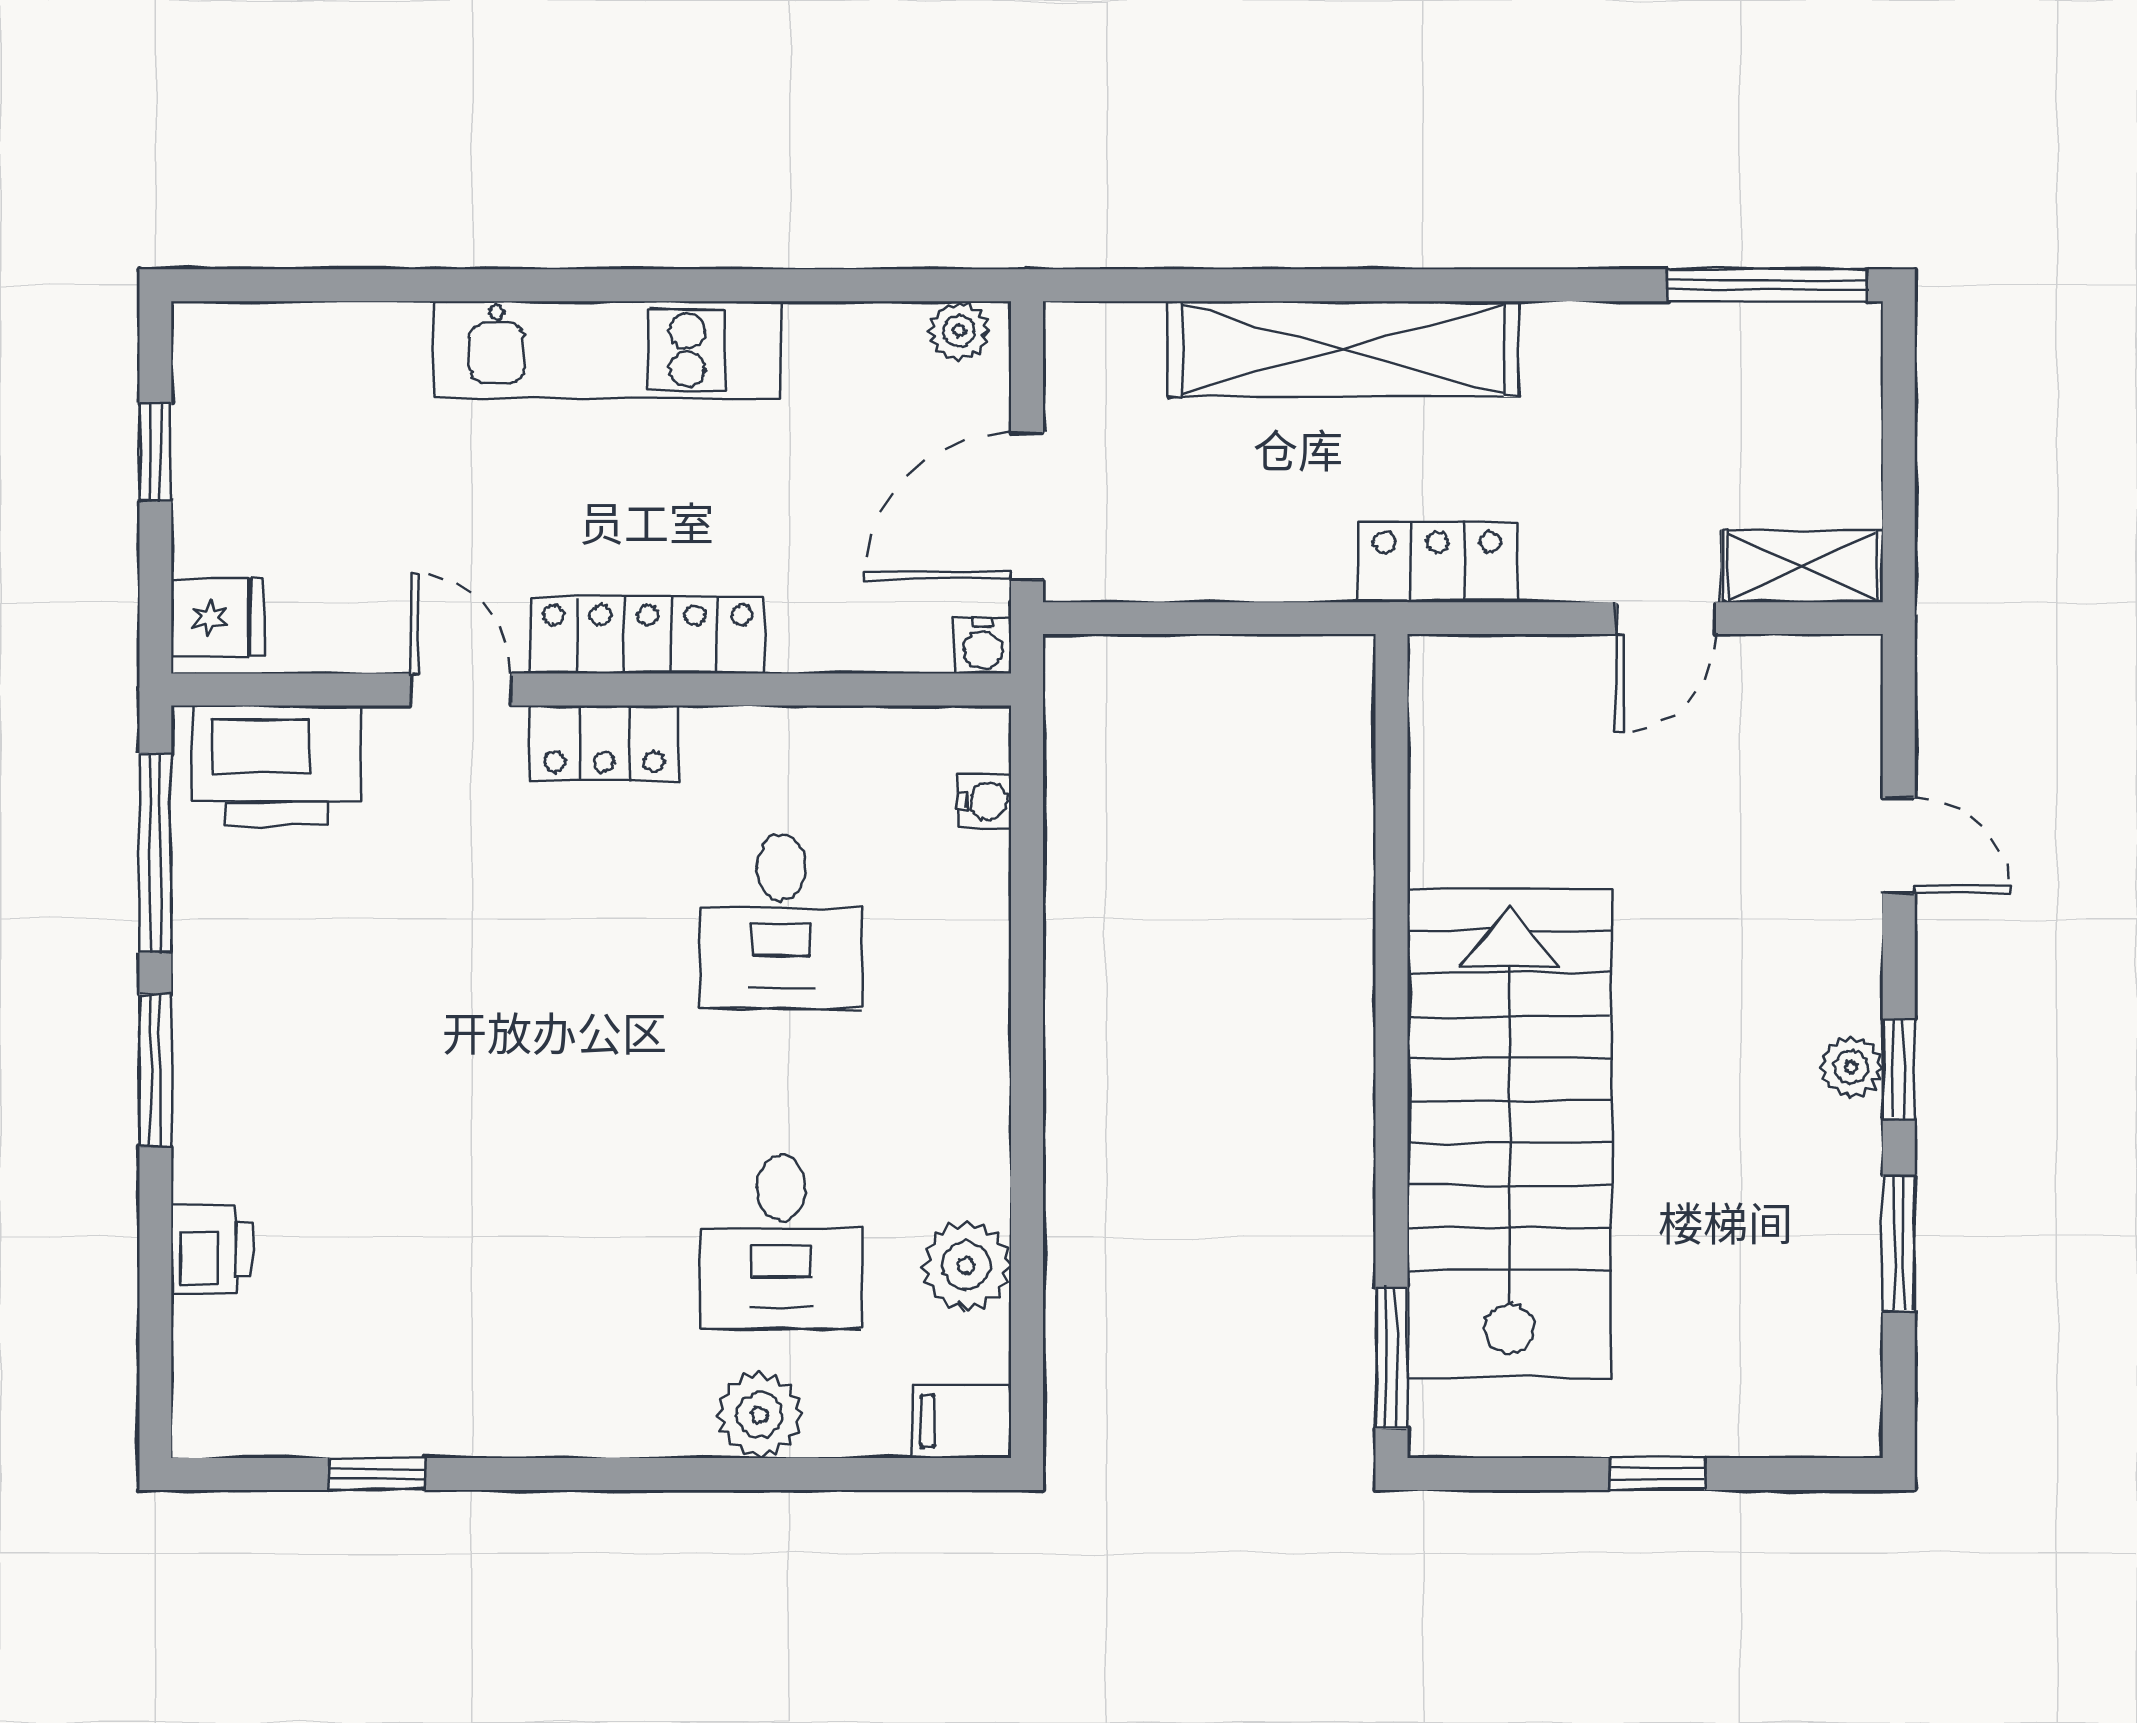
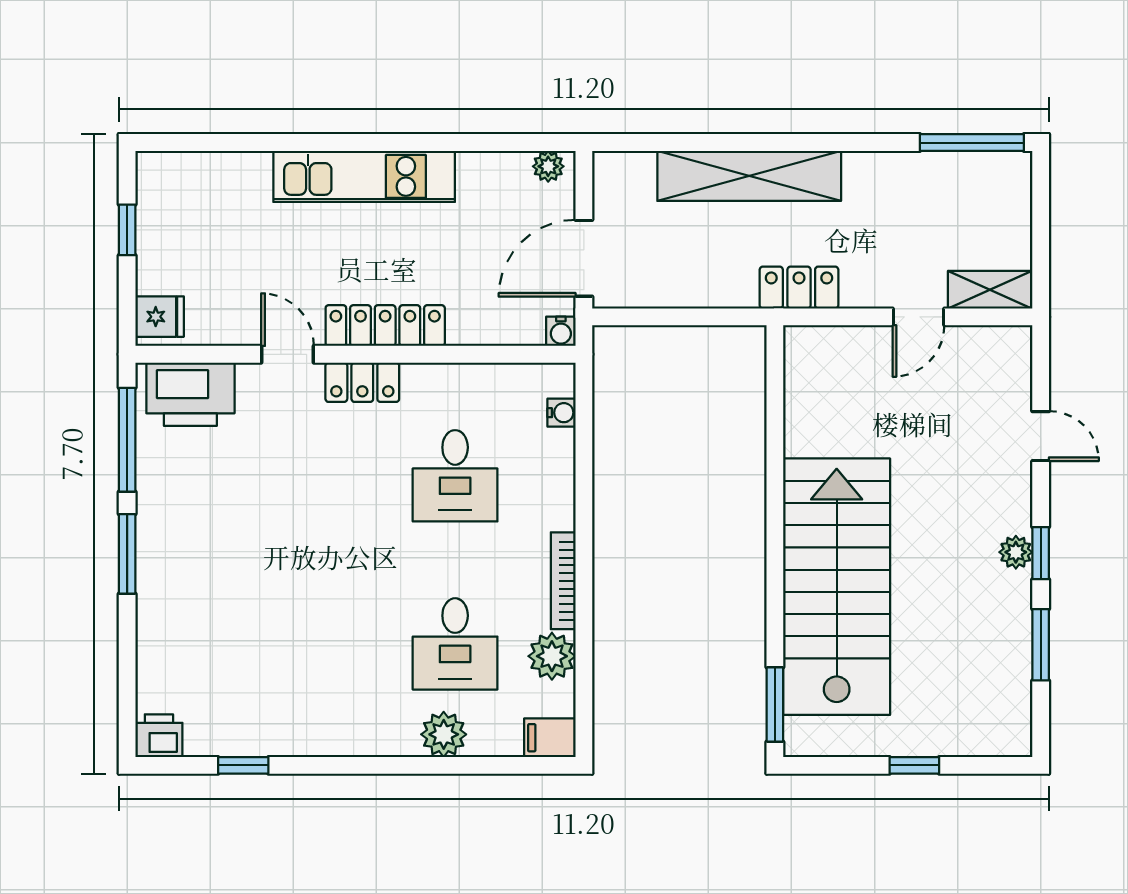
bookcase: (988, 1122) -> (563, 581), added
printer: (212, 1250) -> (159, 736), moved, turned -90

